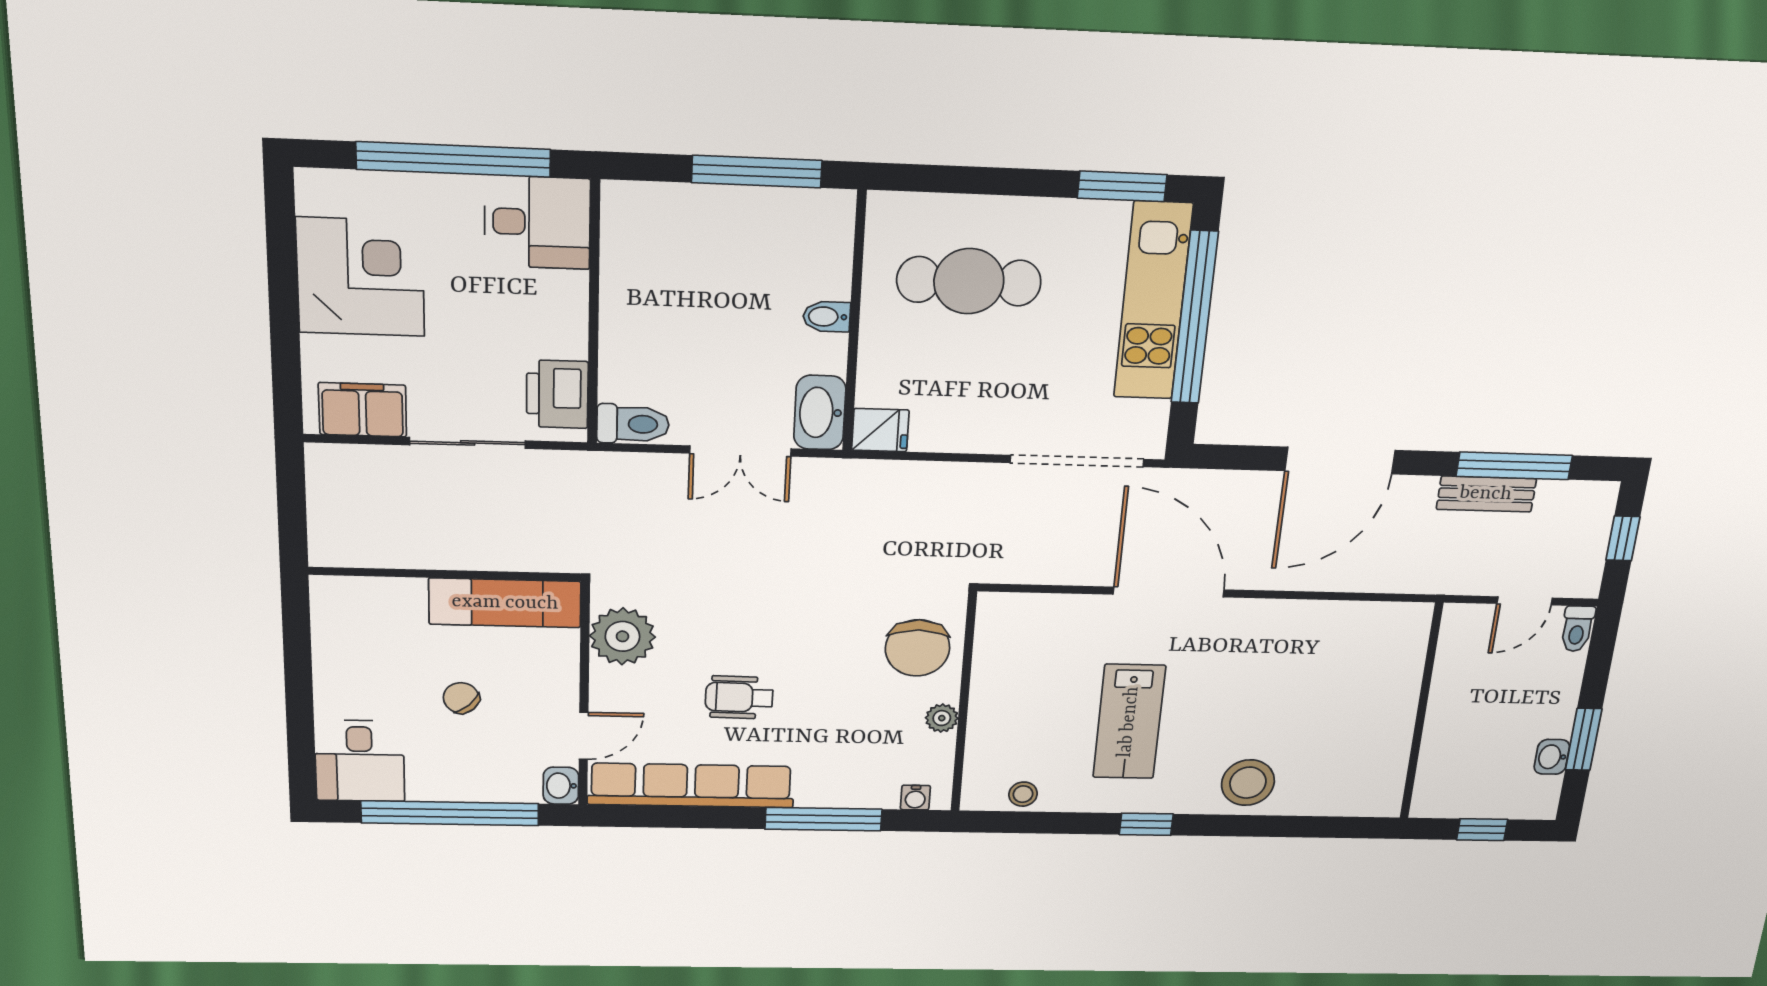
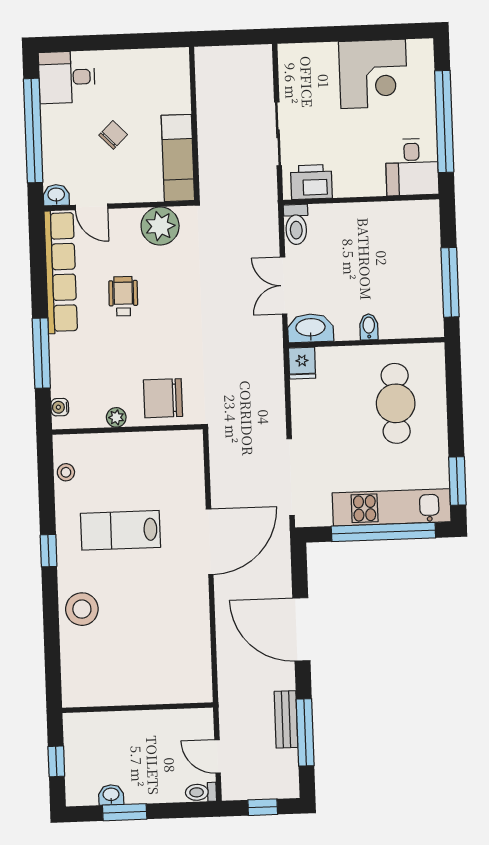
filing cabinet: (363, 410) -> (294, 76), removed

